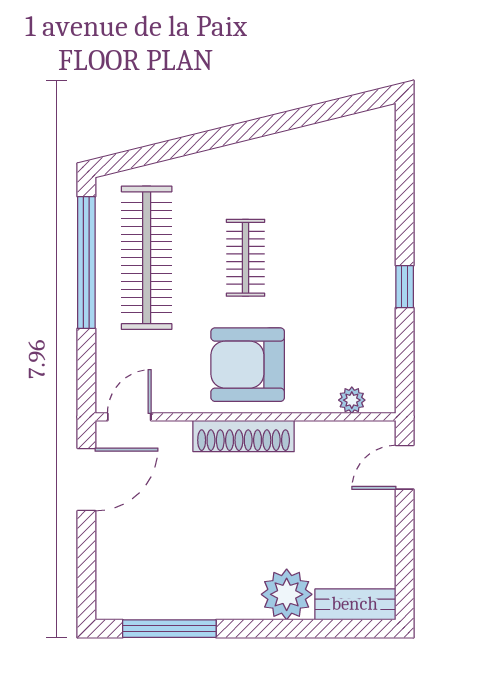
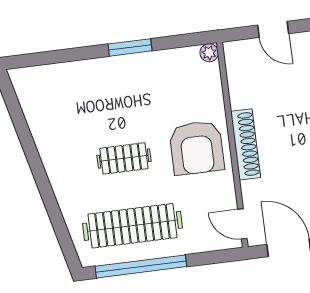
window: (405, 287) -> (130, 47), width x1.50
plant: (352, 400) -> (209, 53), moved
door: (405, 467) -> (273, 29), moved

